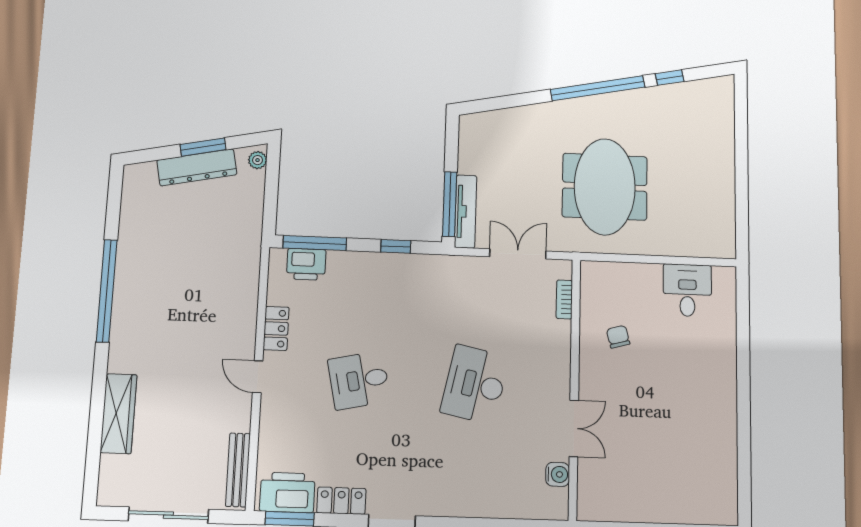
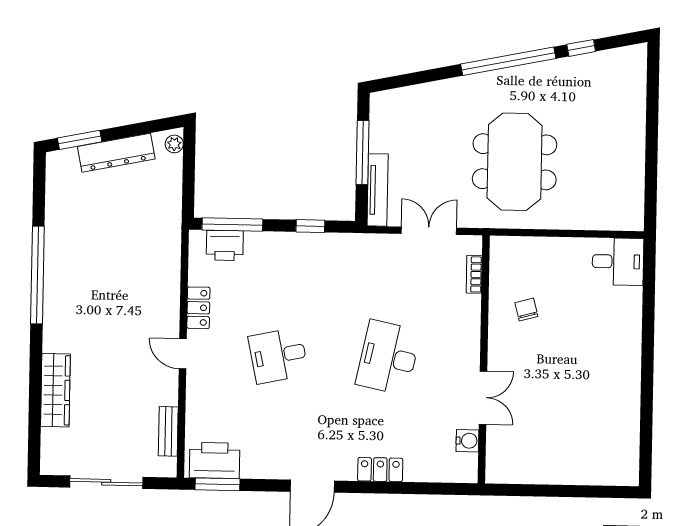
window: (203, 147) -> (80, 140), moved
window: (450, 204) -> (362, 153), moved
desk: (687, 290) -> (618, 262), moved, turned 90
bench: (238, 470) -> (168, 431), width x0.73
locker: (341, 501) -> (380, 470), moved

